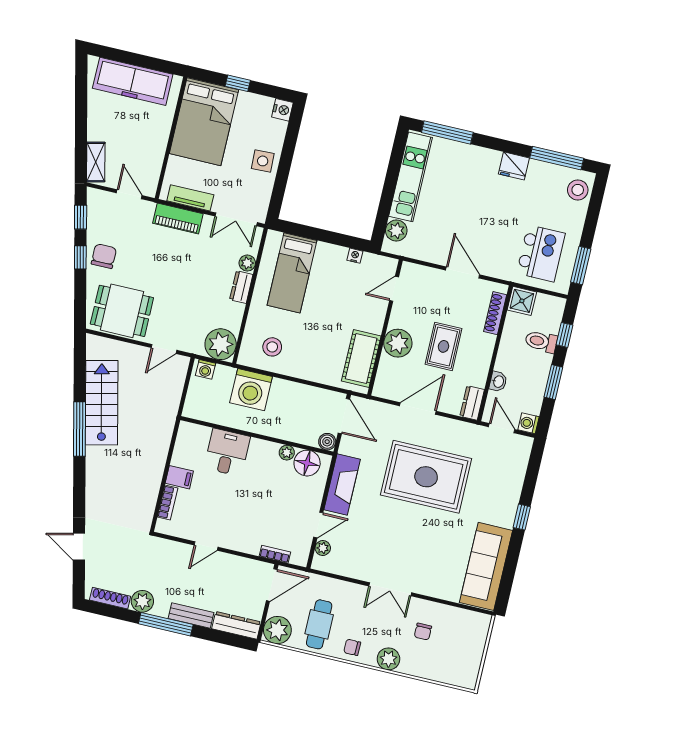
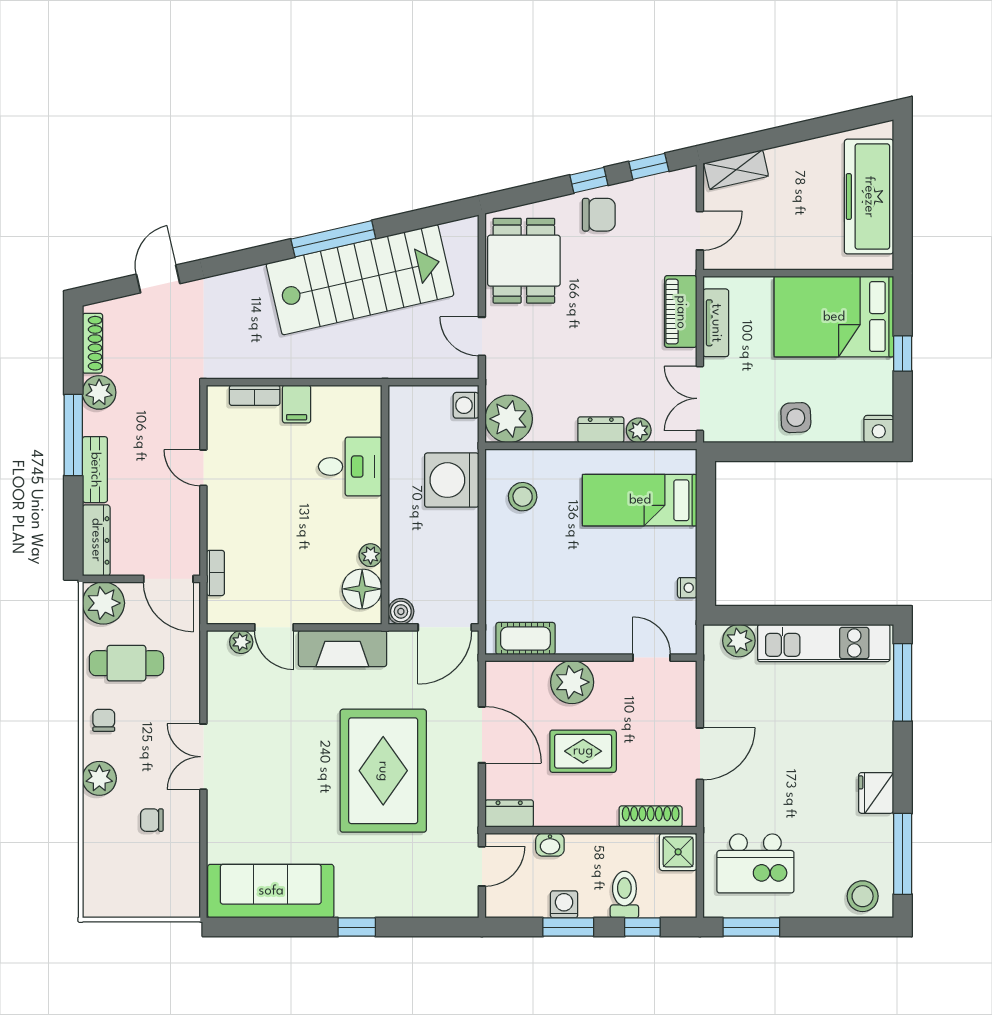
cot: (361, 359) -> (525, 639), width x0.73, depth x0.75
stairs: (102, 403) -> (360, 280), width x1.36, depth x1.51
washing machine: (528, 423) -> (564, 904), moved

